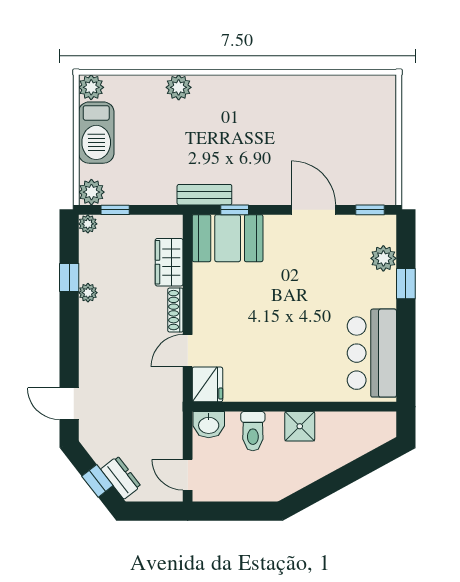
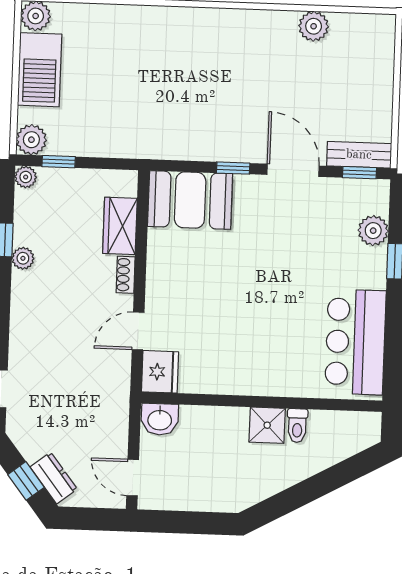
plant: (179, 87) -> (314, 26), moved
bench: (204, 195) -> (359, 155), moved
window: (235, 210) -> (233, 168), moved
shoe rack: (175, 310) -> (126, 275), width x0.70
toilet: (253, 431) -> (297, 426), moved, width x0.73, depth x0.72

